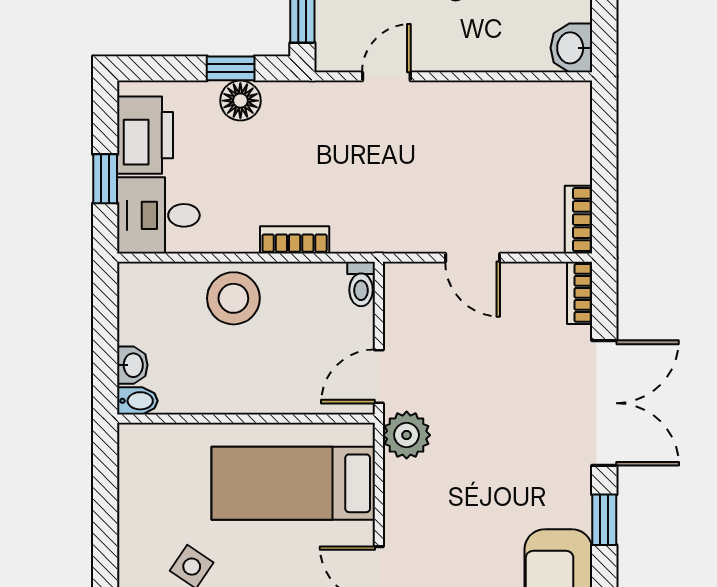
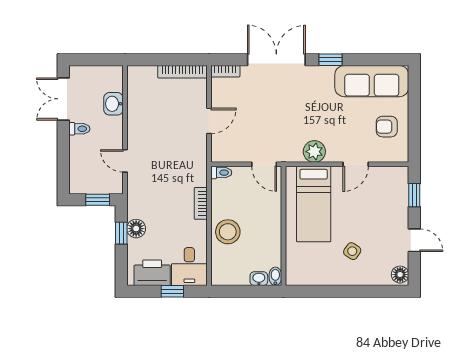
washbasin: (571, 48) -> (113, 104), moved, turned 90
bookcase: (579, 220) -> (182, 72), width x1.56
plant: (407, 435) -> (314, 152), moved

